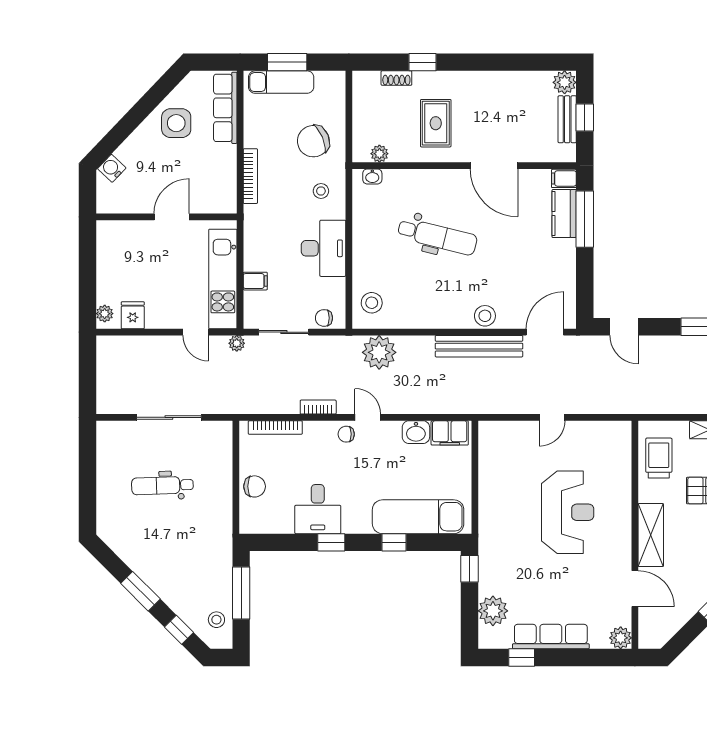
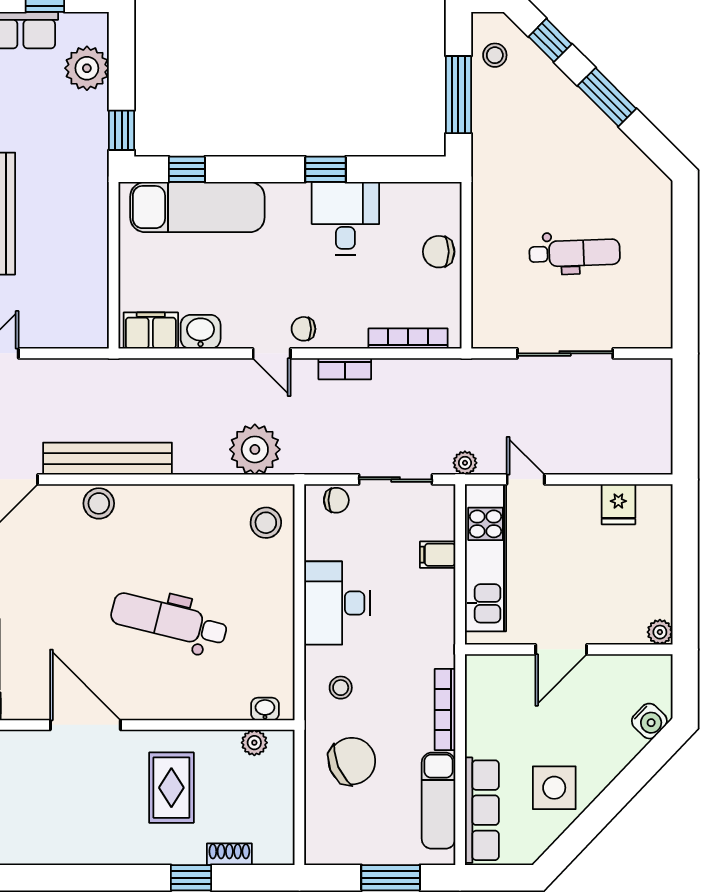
exam couch: (281, 82) -> (438, 801), moved, turned -90
plant: (105, 314) -> (660, 632), moved
chair: (346, 434) -> (303, 329), turned 180
window: (394, 542) -> (187, 169), moved

